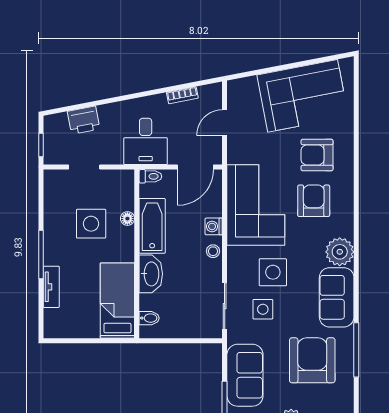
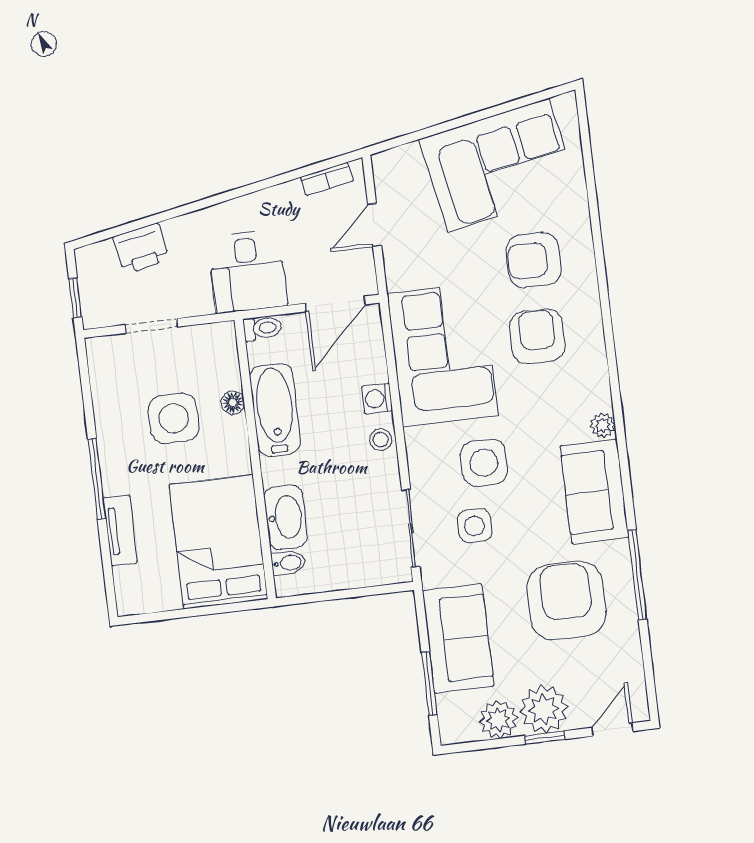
bookcase: (182, 95) -> (327, 179), moved
plant: (340, 252) -> (603, 425), width x0.53, depth x0.53
washbasin: (151, 274) -> (286, 517), moved
bed: (117, 301) -> (218, 542), width x1.50

